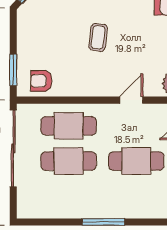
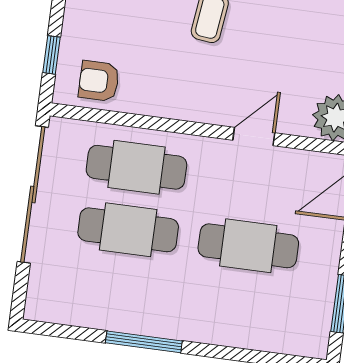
window: (13, 70) -> (51, 55), width x0.67
window: (103, 222) -> (144, 342), moved

